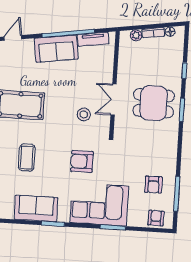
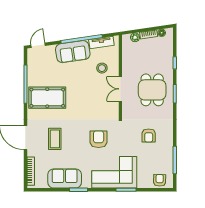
dining table: (154, 103) -> (152, 90), turned 90
stool: (84, 114) -> (102, 68), moved
armchair: (82, 161) -> (99, 139), turned 90
armchair: (153, 185) -> (149, 135), moved

